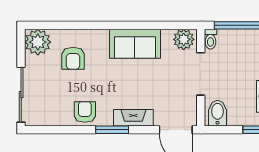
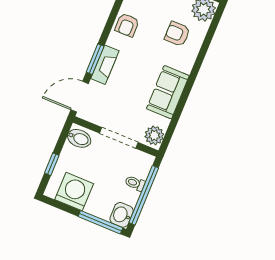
toilet: (211, 39) -> (135, 183), moved
armchair: (85, 112) -> (127, 25), turned 90
window: (112, 130) -> (95, 59), moved

